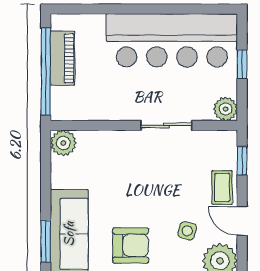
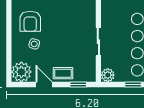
door: (242, 221) -> (44, 84), hinge flipped
side table: (187, 231) -> (34, 44), moved

